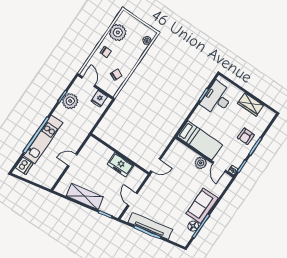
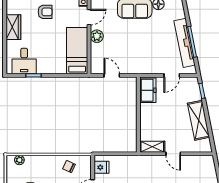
desk: (217, 99) -> (24, 61), width x0.73
shelving: (88, 148) -> (152, 147), added
freezer: (120, 165) -> (148, 90), moved
door: (156, 165) -> (112, 75), moved

